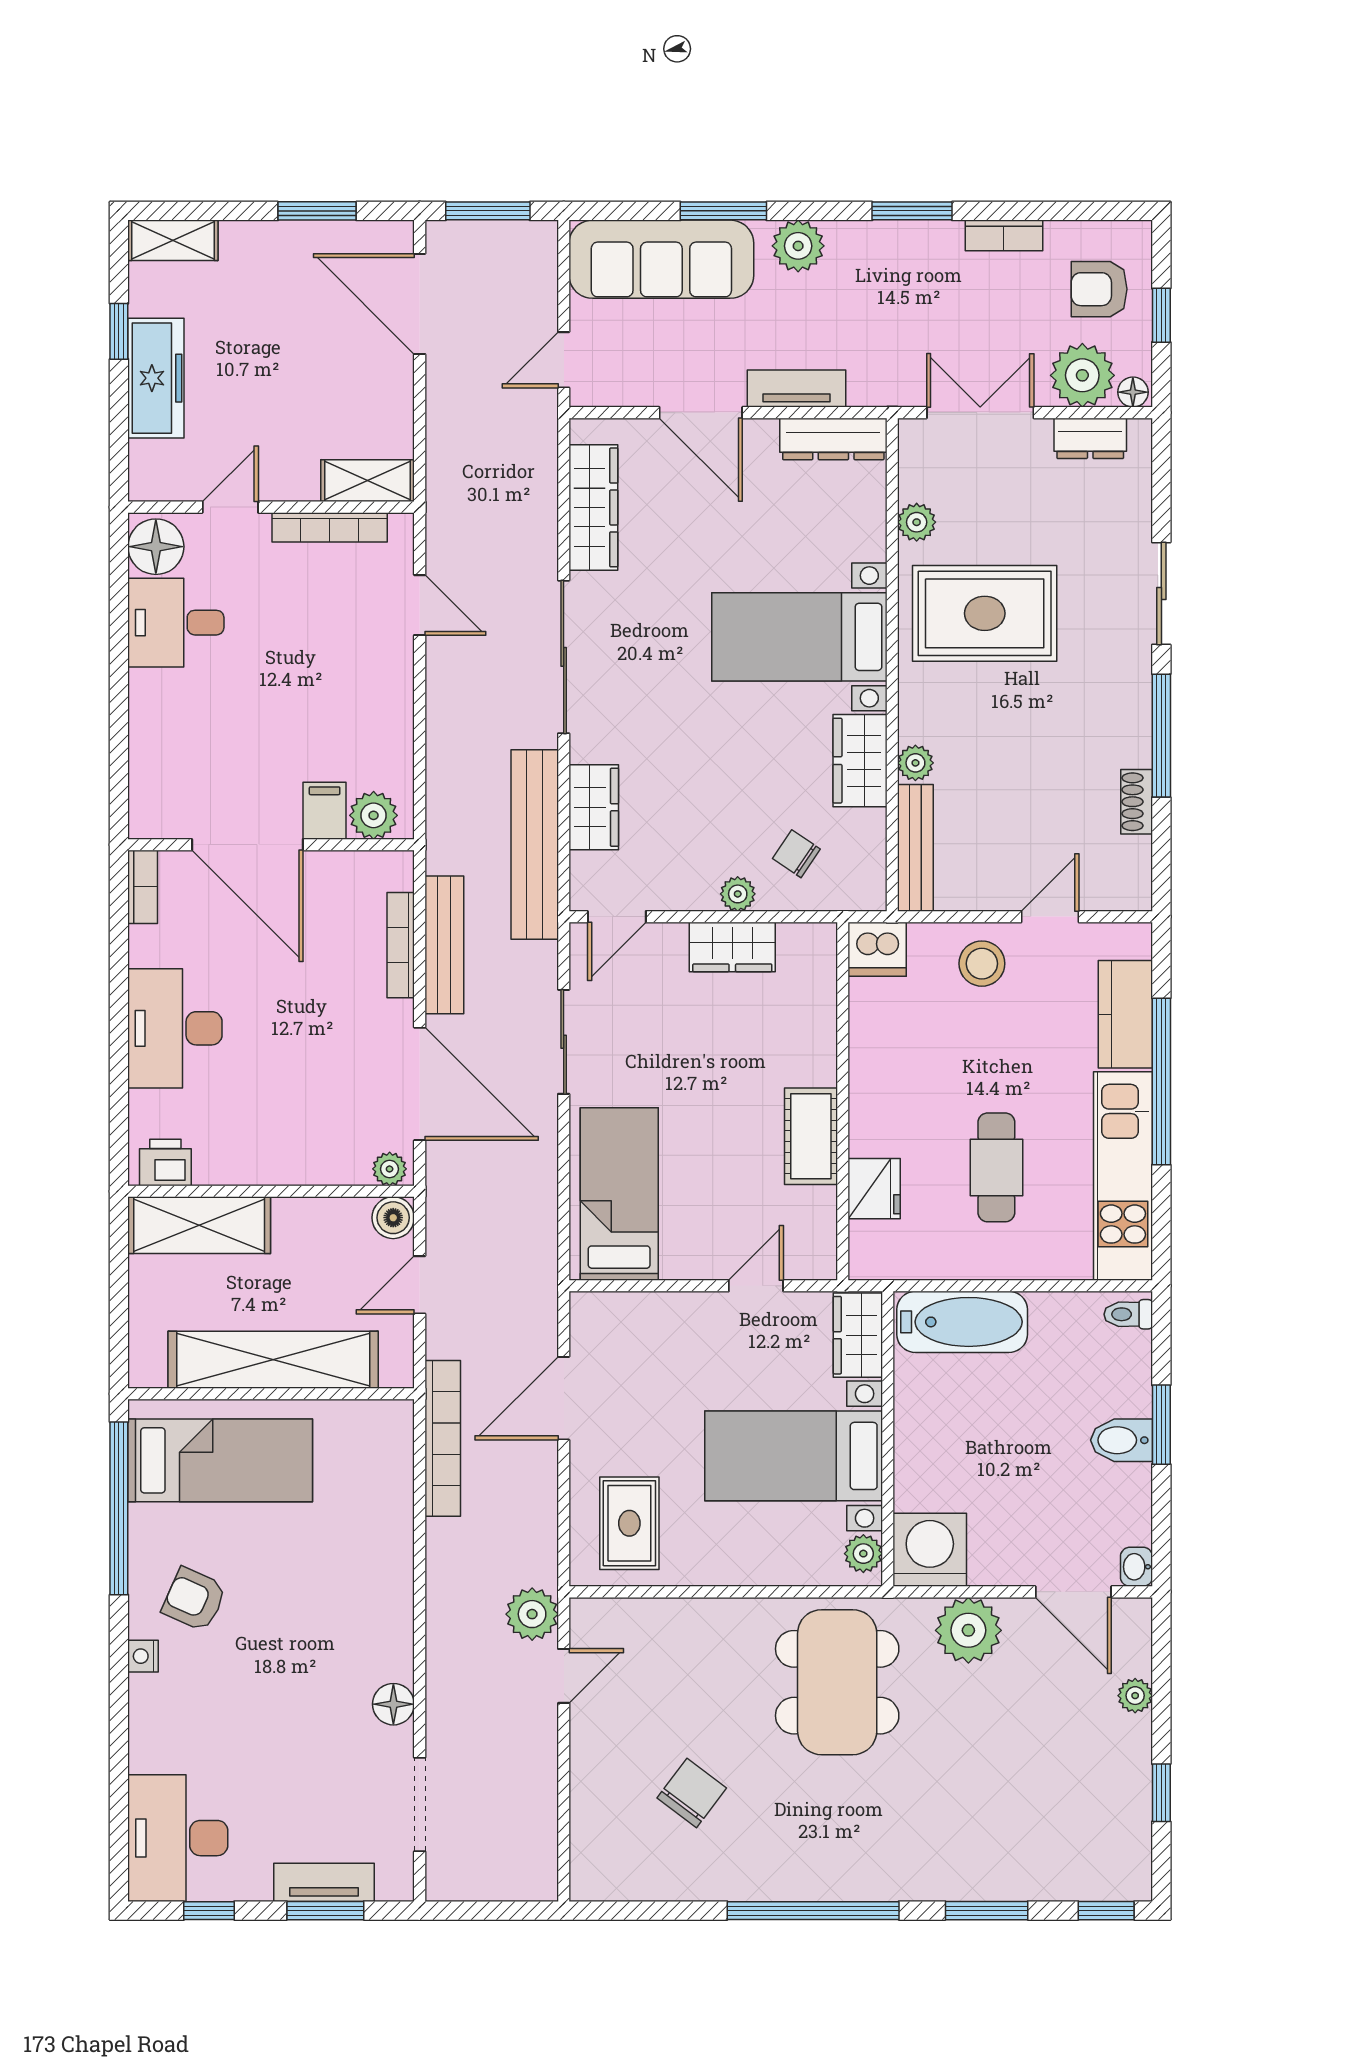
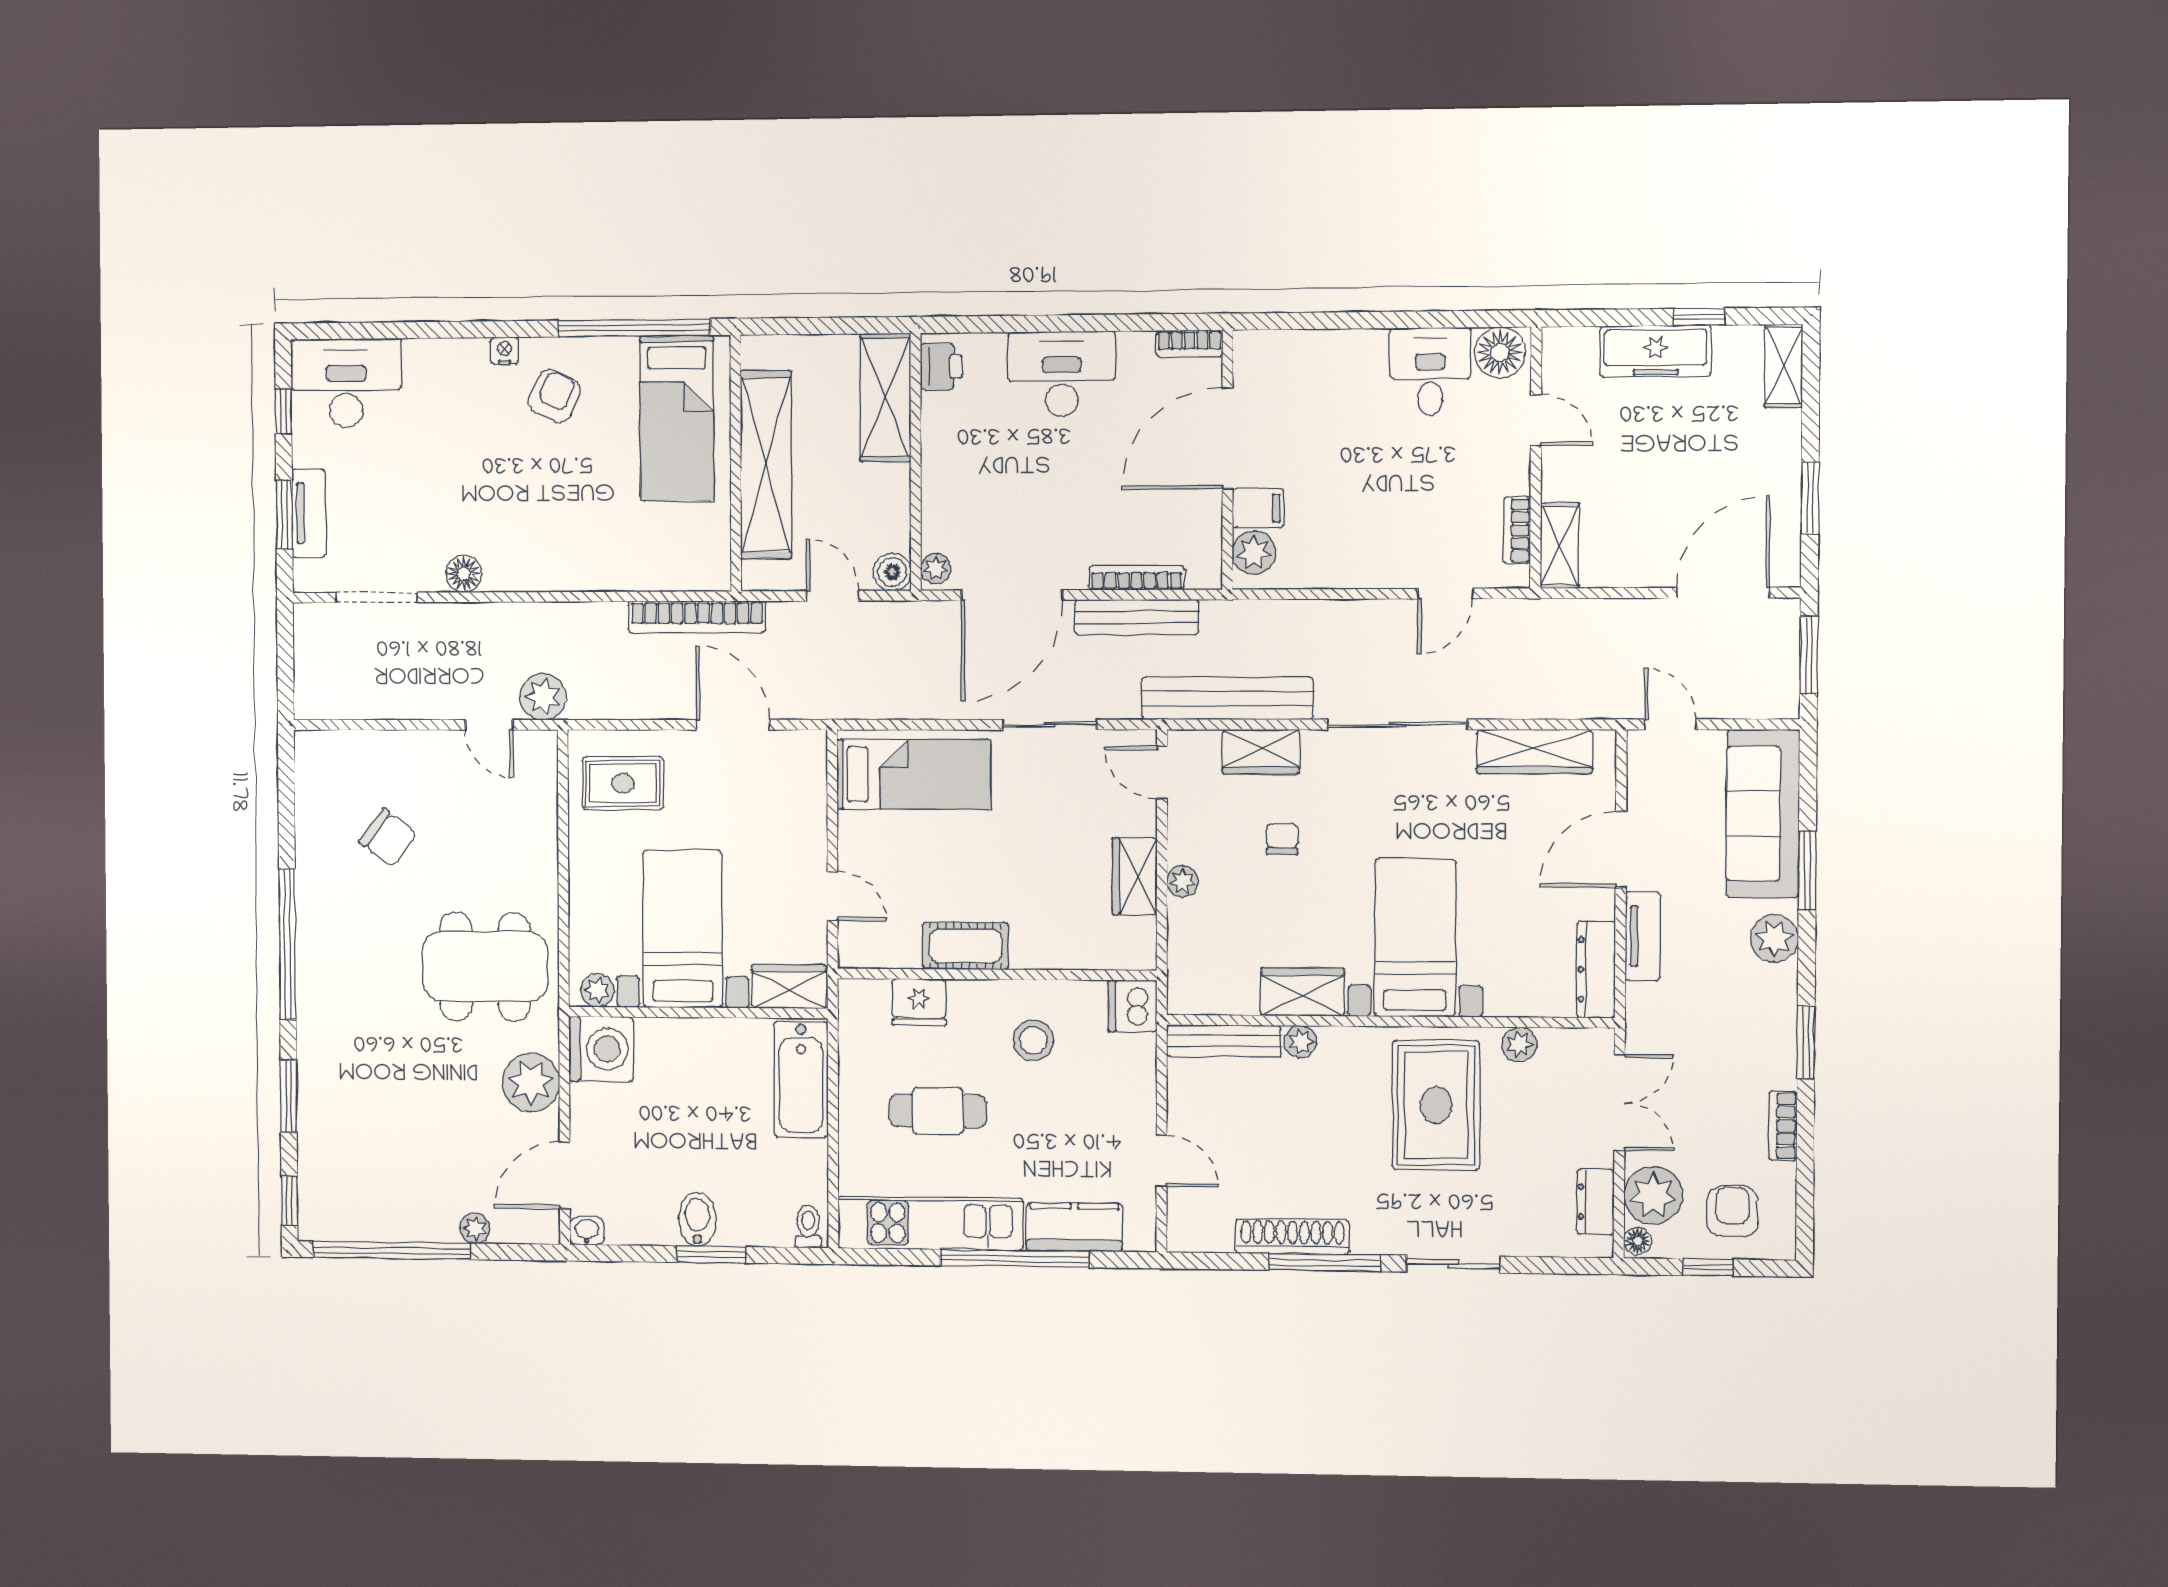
bookcase: (330, 527) -> (1517, 530), width x0.64
shoe rack: (1137, 802) -> (1293, 1237), width x1.94, depth x1.24
chair: (796, 854) -> (1282, 839), moved, turned -34
stool: (982, 964) -> (1033, 1040), moved
window: (1161, 1793) -> (391, 1250), width x3.17

